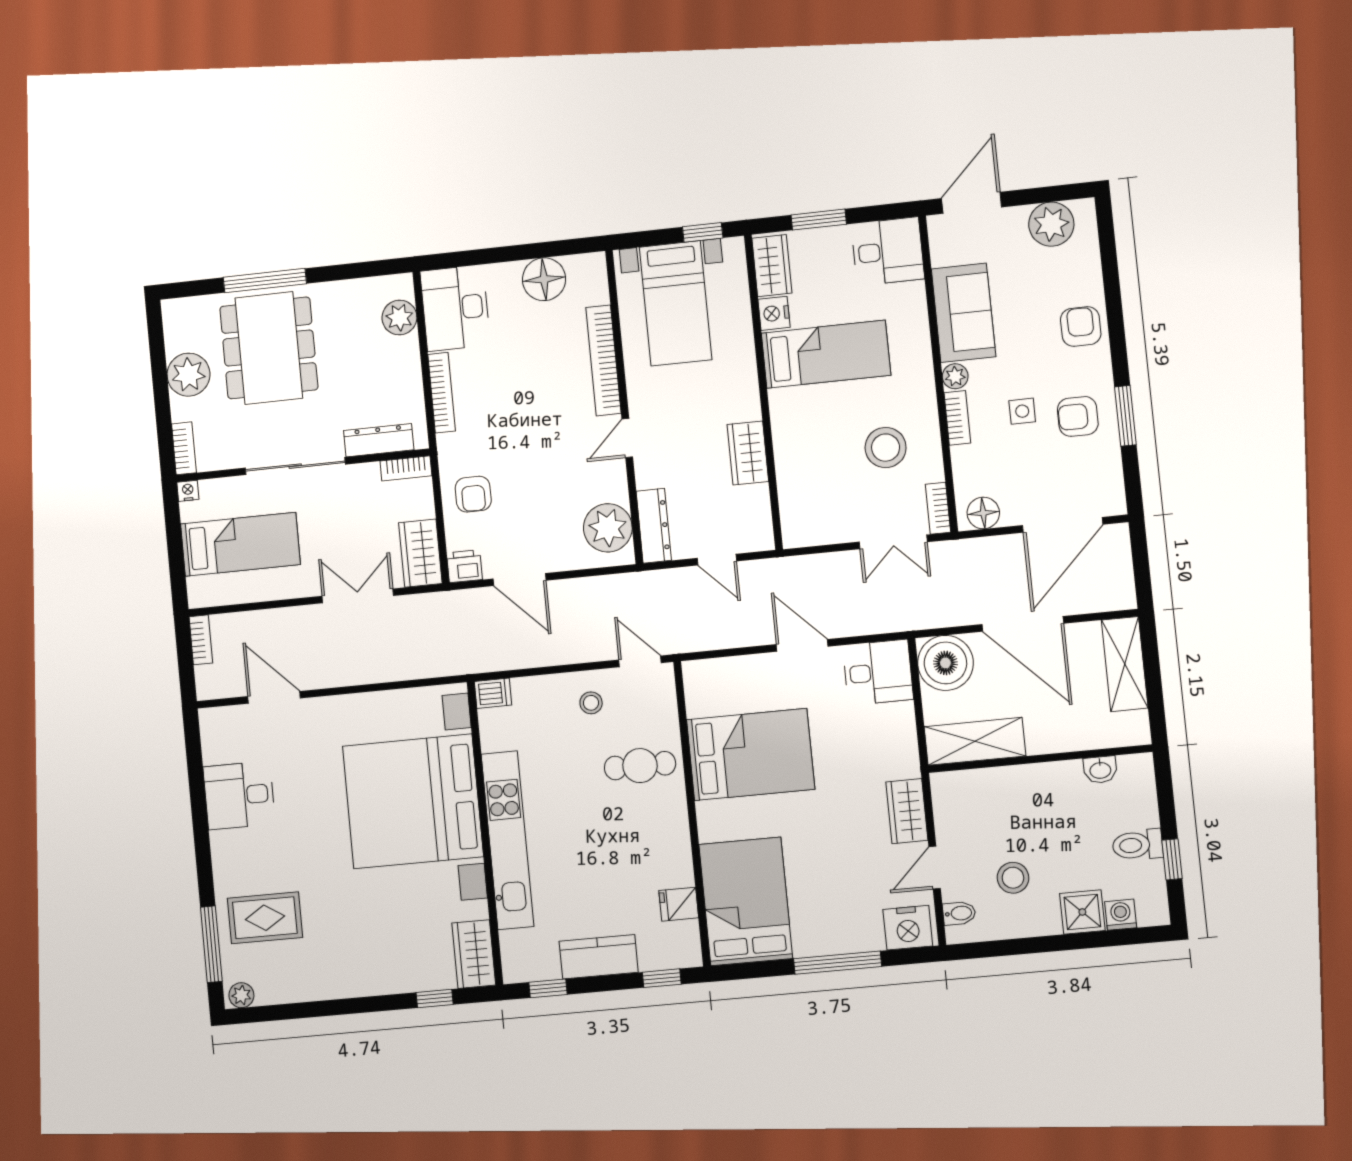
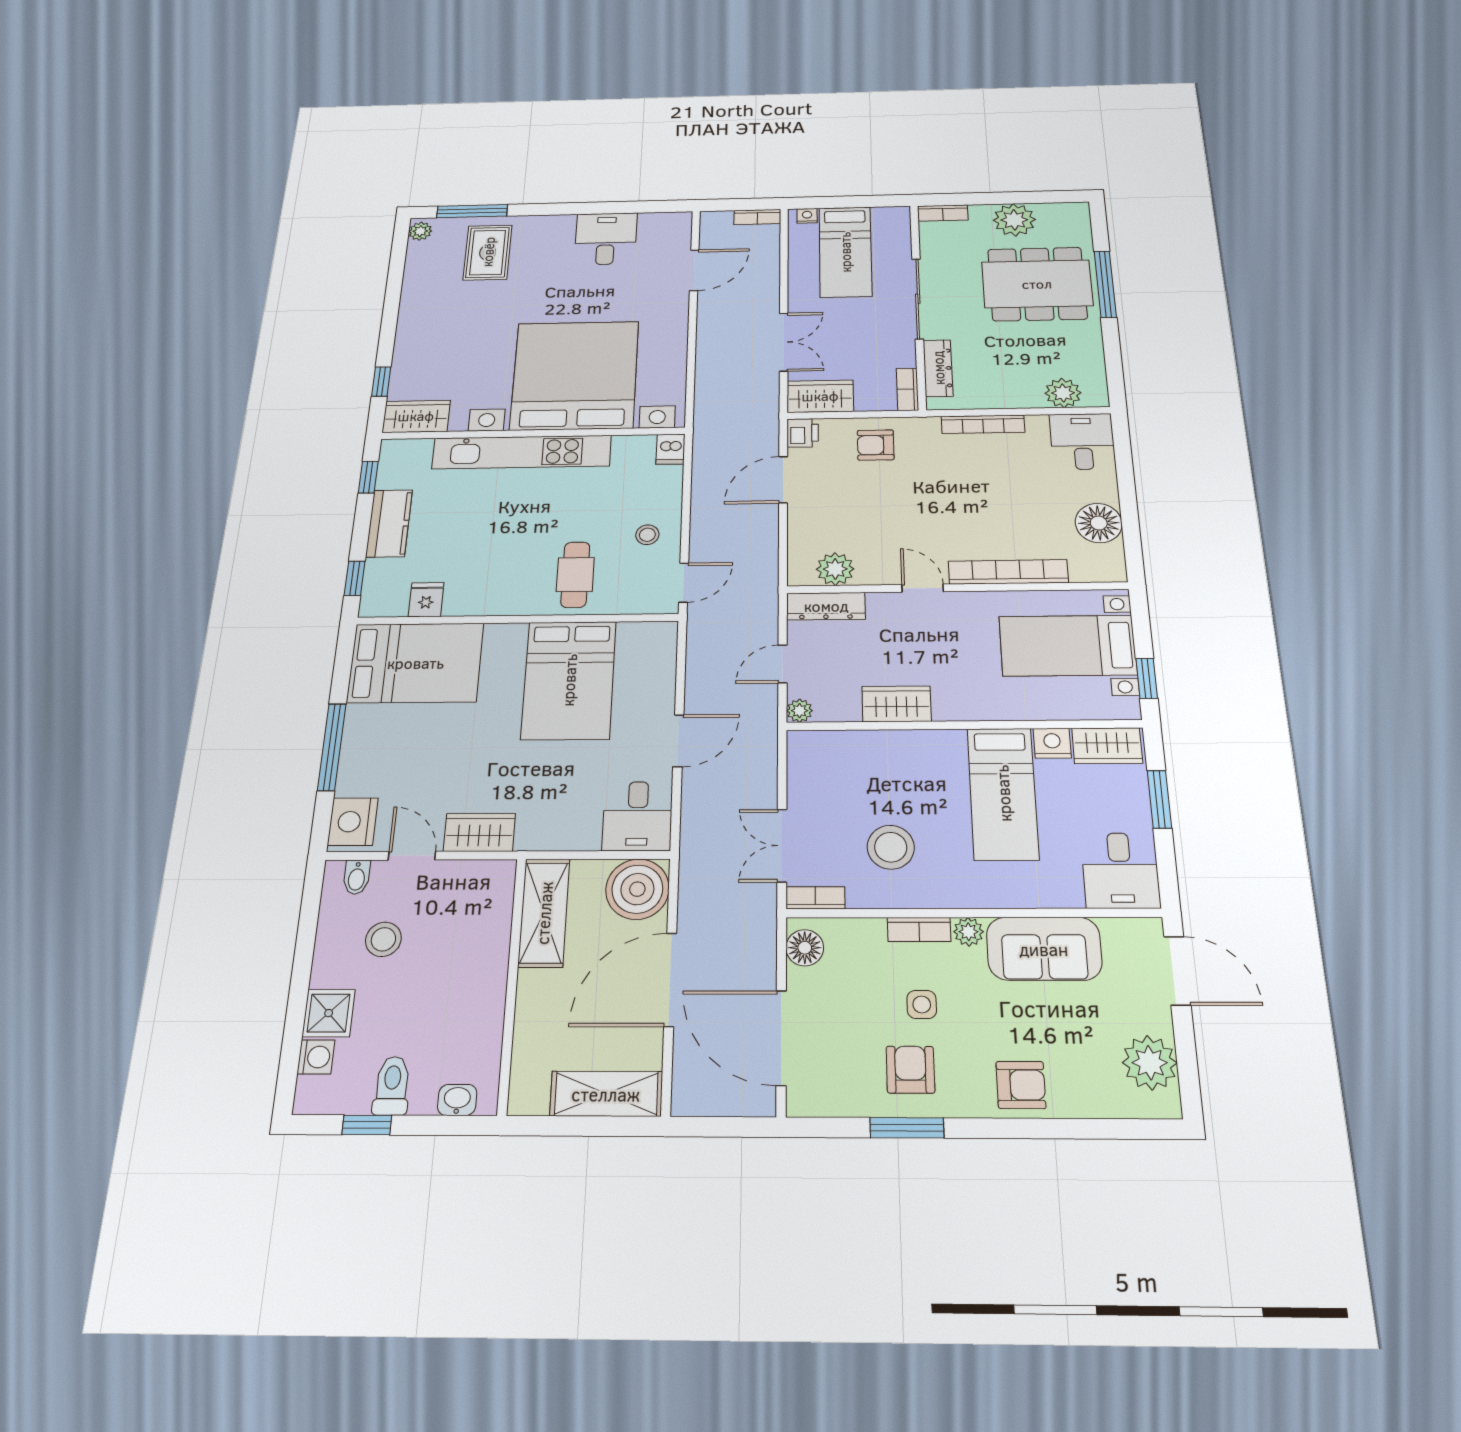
desk: (455, 308) -> (1082, 441), width x0.73
nightstand: (188, 491) -> (807, 216), moved, turned -90
plant: (608, 528) -> (835, 569), width x0.73, depth x0.73
plant: (762, 539) -> (800, 711), added
washbasin: (1100, 770) -> (457, 1100), moved, turned 90

